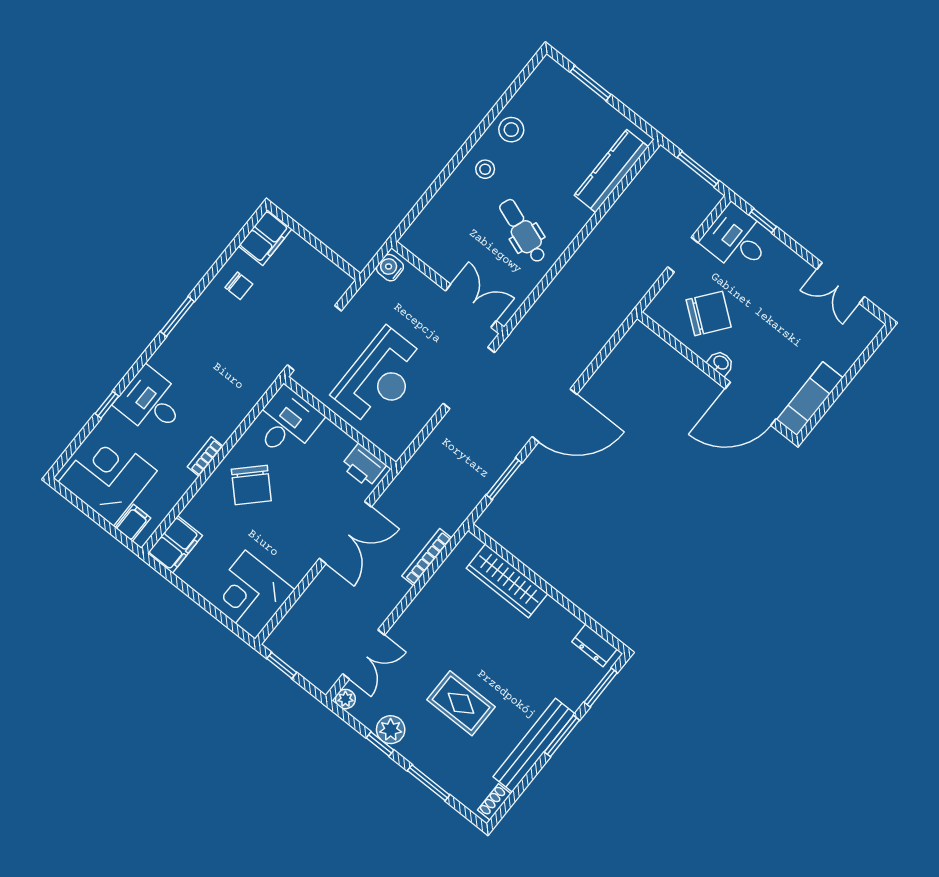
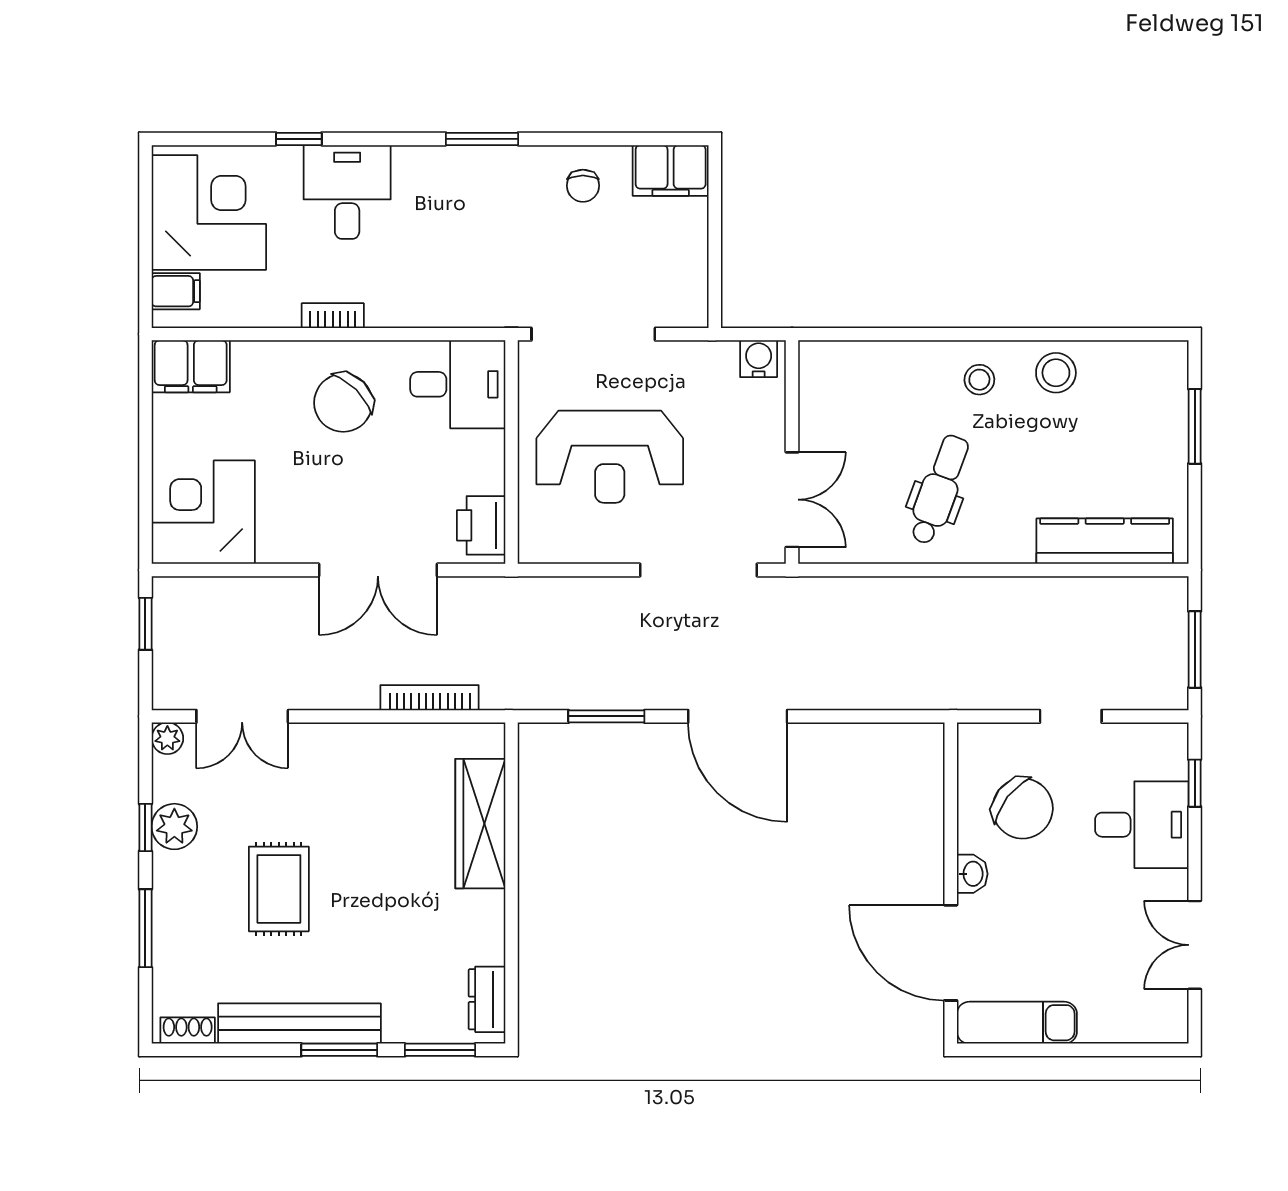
desk: (737, 239) -> (1142, 825), moved, turned 90

